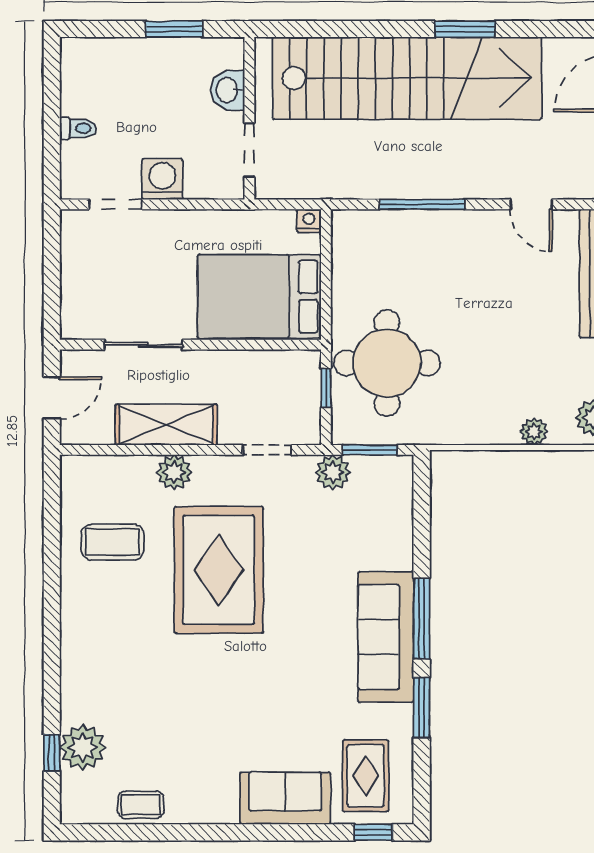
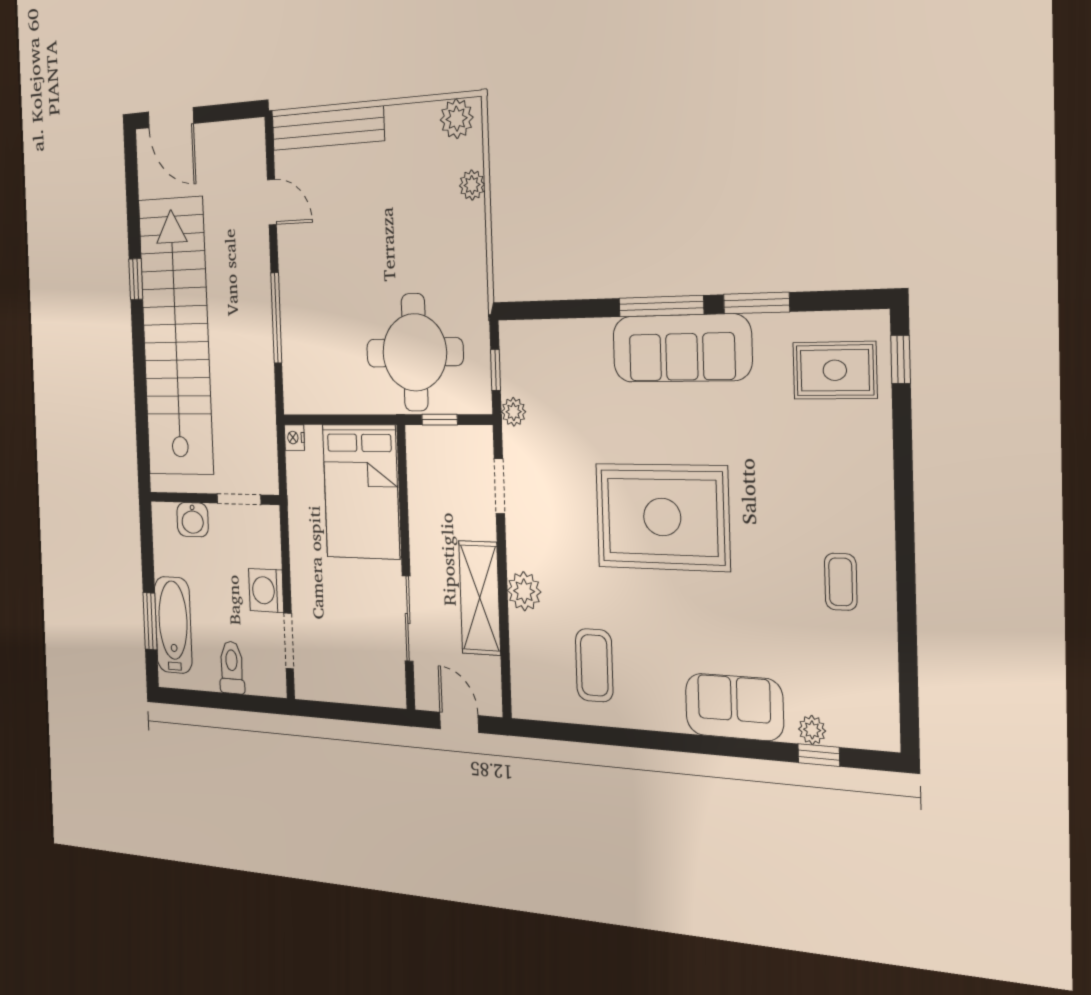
window: (174, 29) -> (150, 621), moved
window: (465, 29) -> (136, 279), width x0.67
bathtub: (123, 59) -> (173, 625), added
toilet: (78, 128) -> (232, 668), width x1.37, depth x1.39
door: (531, 204) -> (272, 202), hinge flipped
window: (370, 450) -> (495, 370), width x0.67
plant: (333, 472) -> (514, 412), width x0.73, depth x0.73
rug: (219, 570) -> (662, 517), moved
plant: (83, 747) -> (812, 730), width x0.53, depth x0.53
sofa: (285, 798) -> (734, 707), moved, turned 90
coffee table: (141, 805) -> (841, 582), moved

